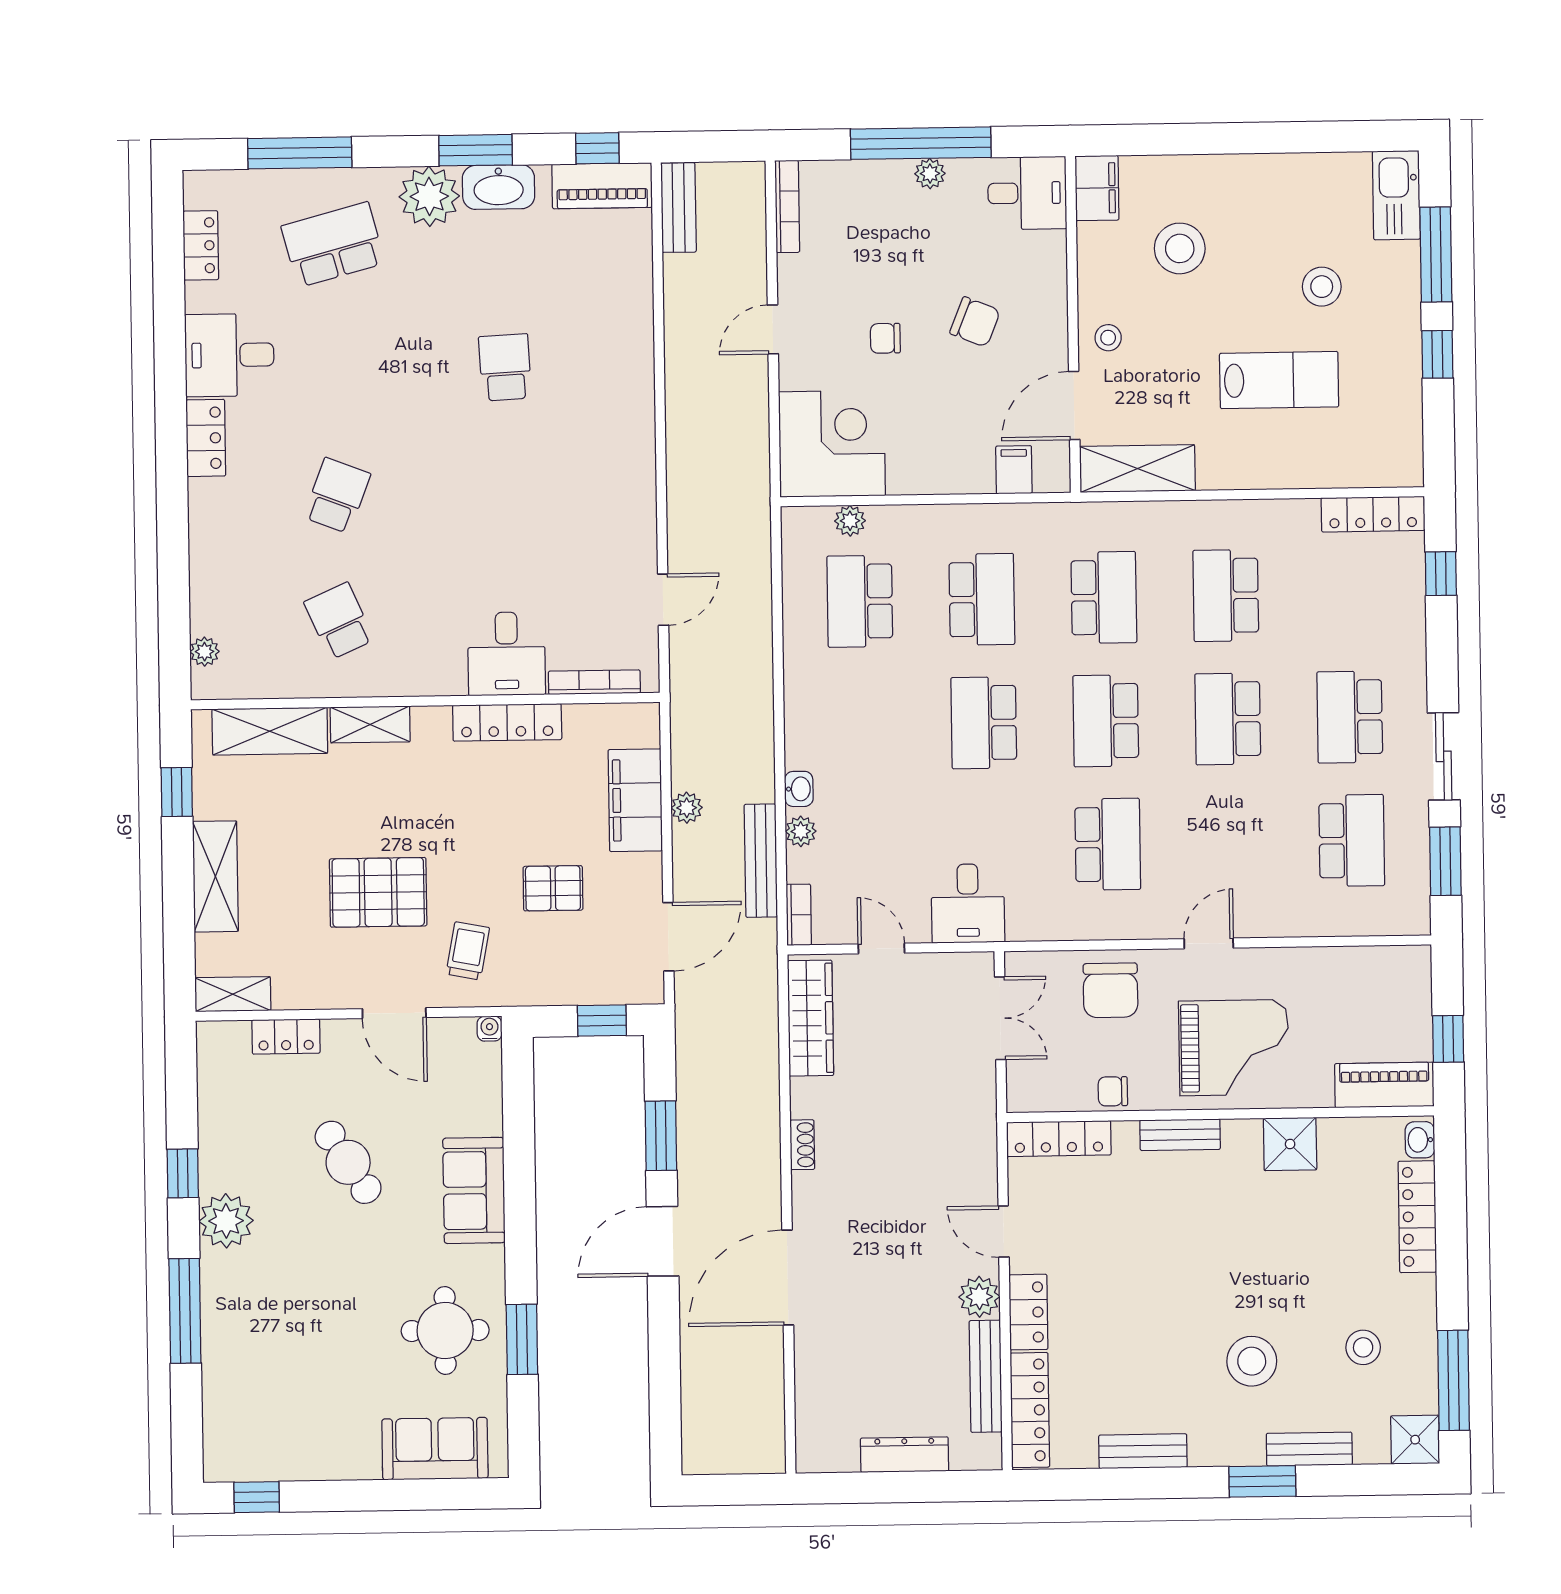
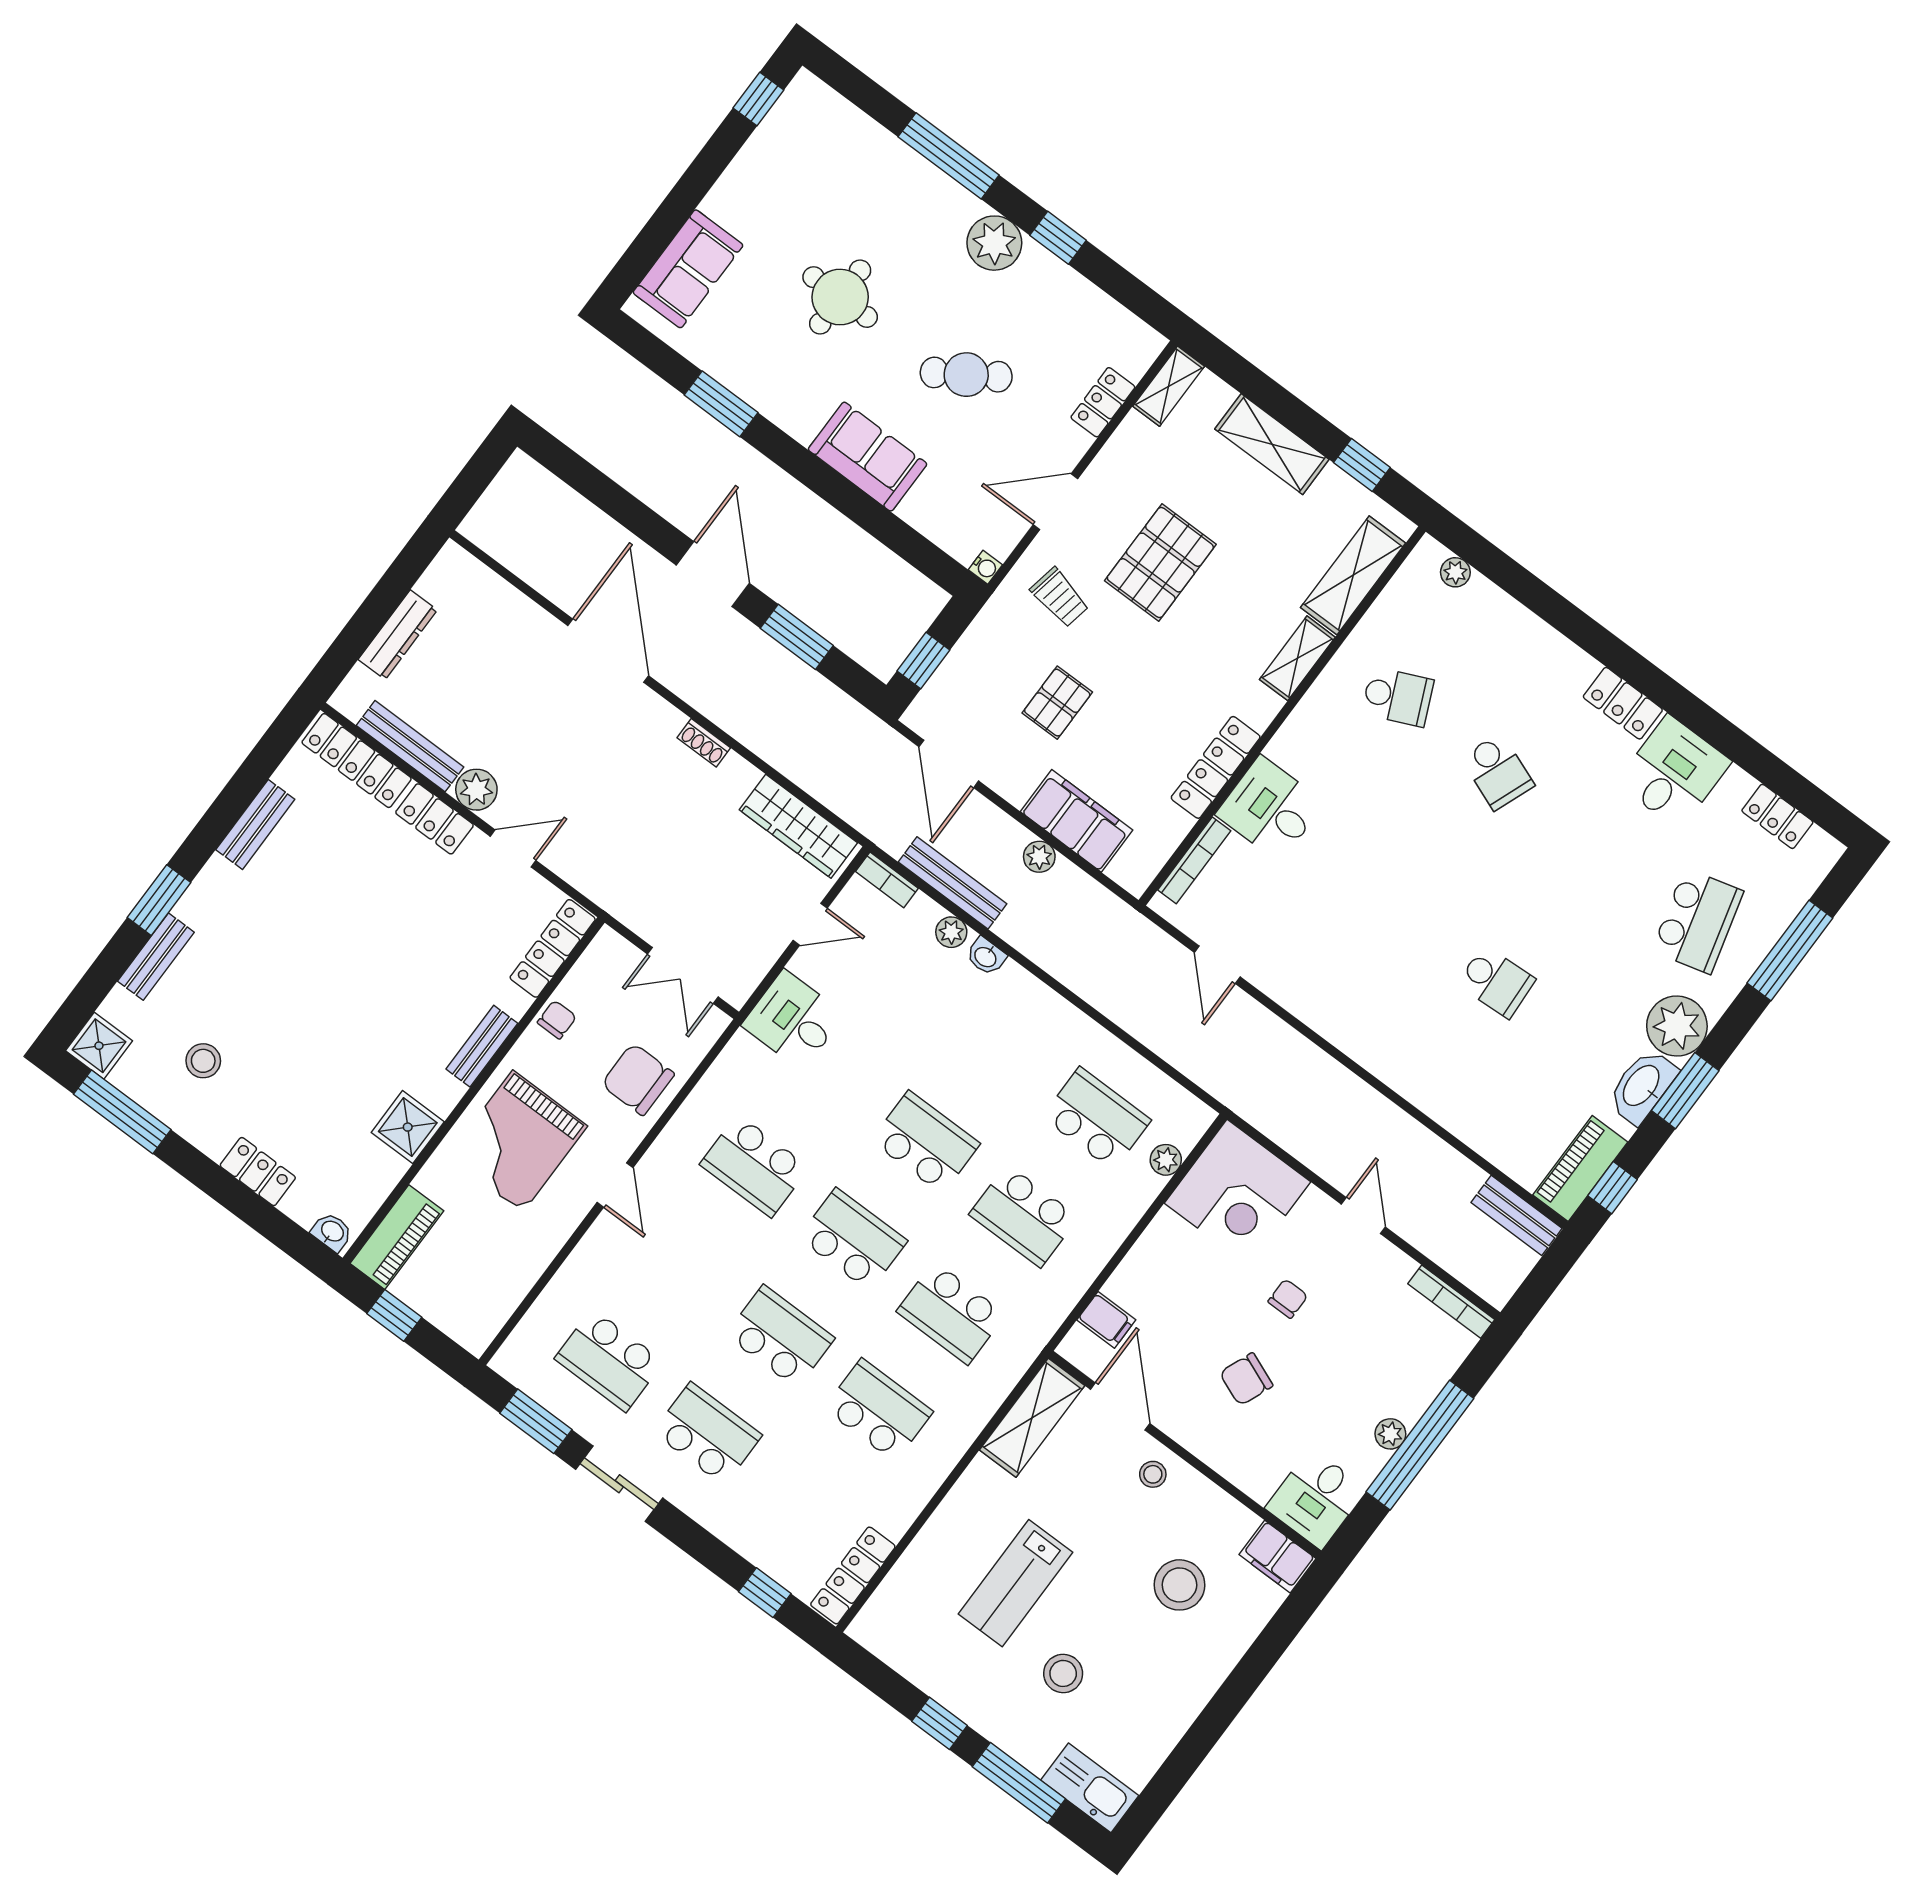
locker: (1417, 1217) -> (258, 1172), width x0.66
round table: (445, 1331) -> (840, 297), moved
stool: (1252, 1361) -> (260, 965), removed

